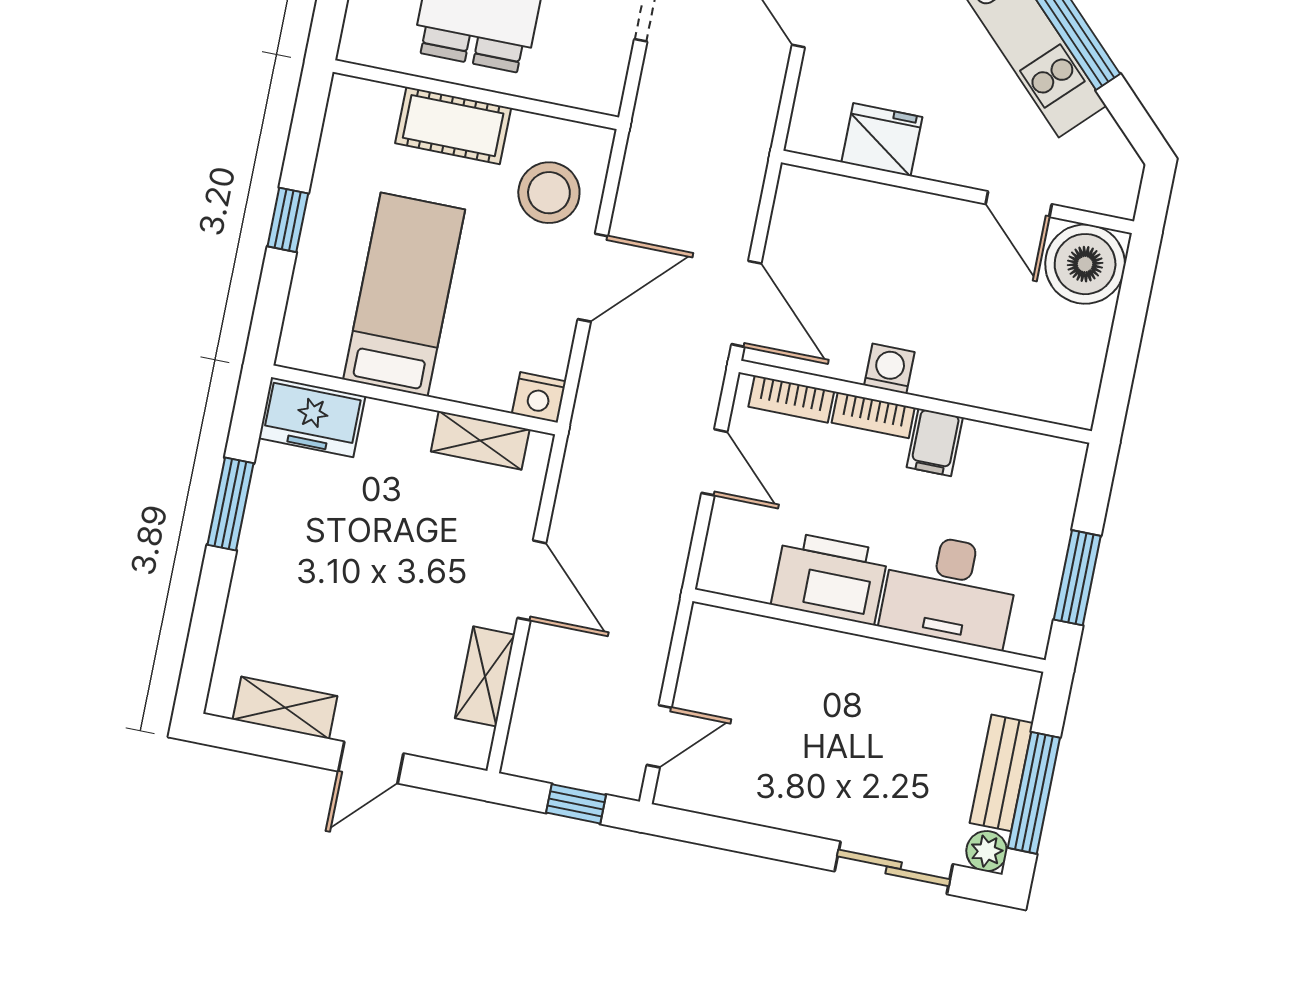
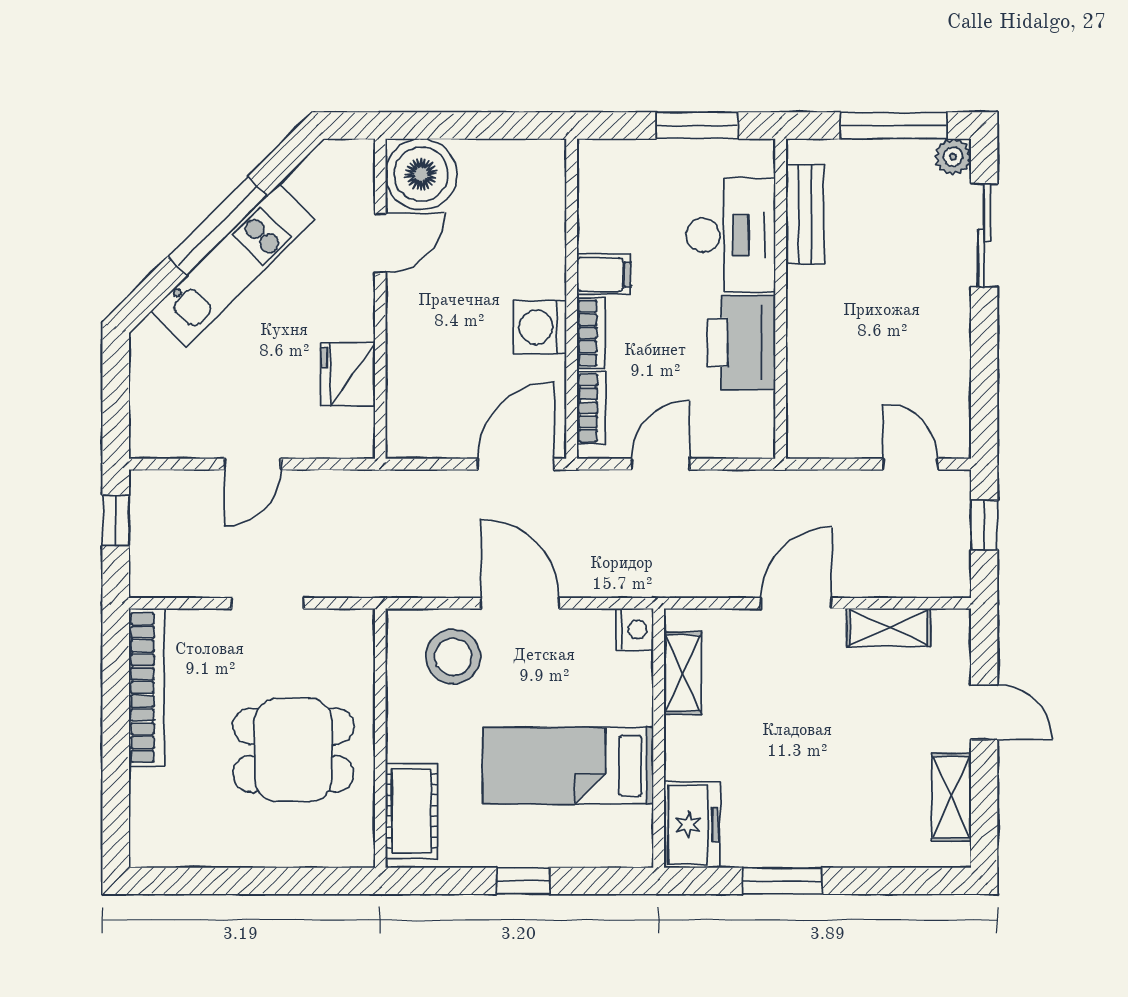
cot: (453, 126) -> (411, 811), moved
washing machine: (889, 369) -> (540, 327), width x1.38, depth x1.38
bench: (1001, 773) -> (805, 215), moved, turned 90

